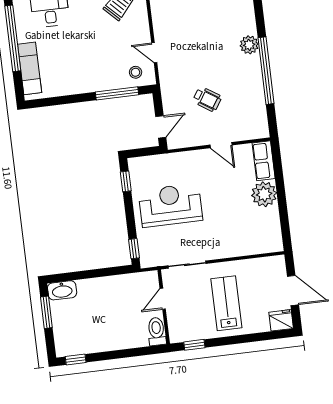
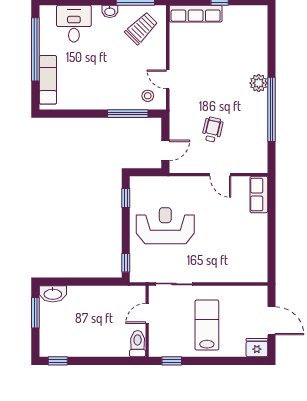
wheelchair: (207, 99) -> (212, 129), turned -110
plant: (264, 194) -> (255, 226), removed

